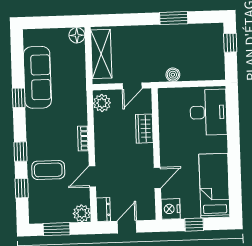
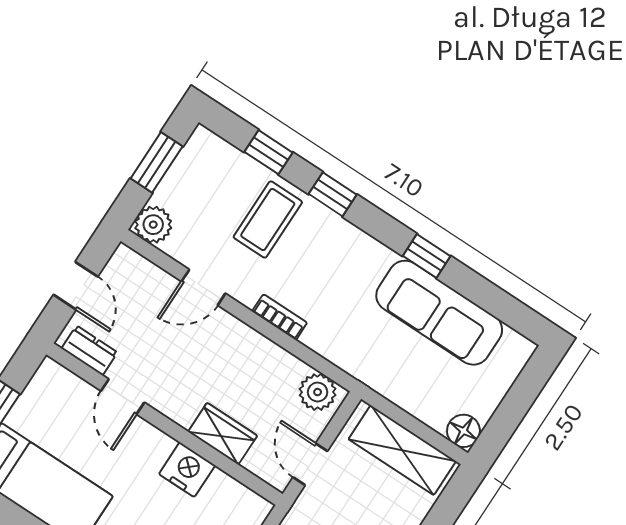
door: (92, 176) -> (203, 287), swing flipped
nightstand: (171, 209) -> (187, 470), moved
dresser: (103, 210) -> (89, 350), moved, turned 180

